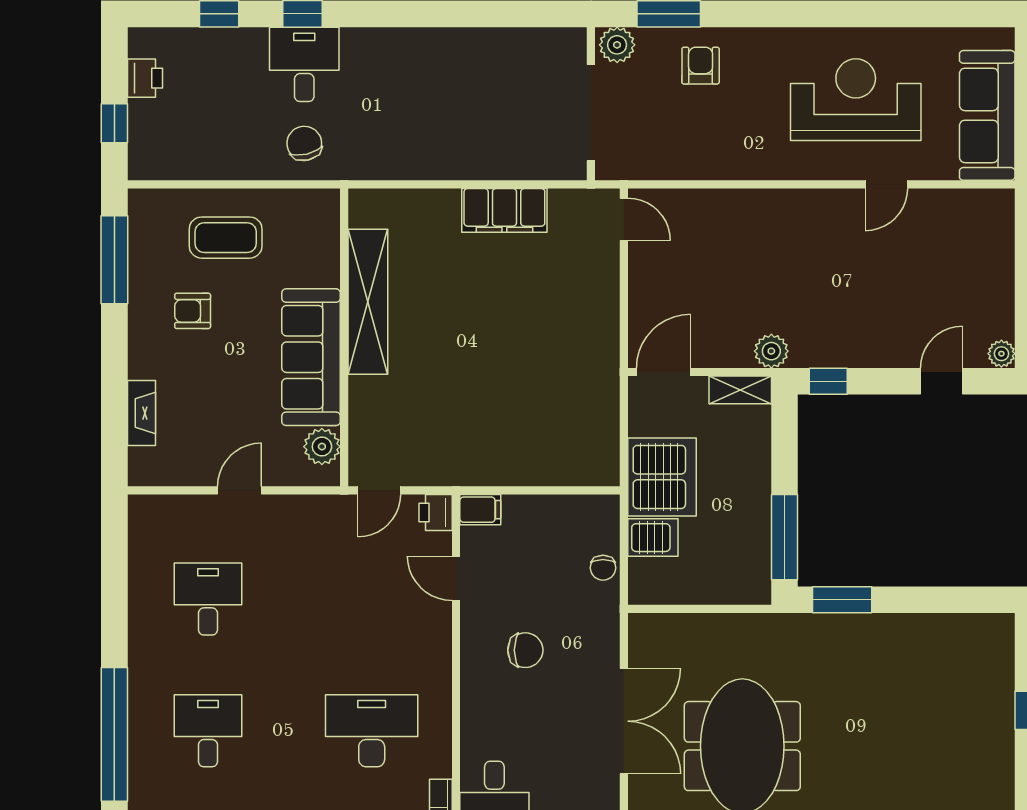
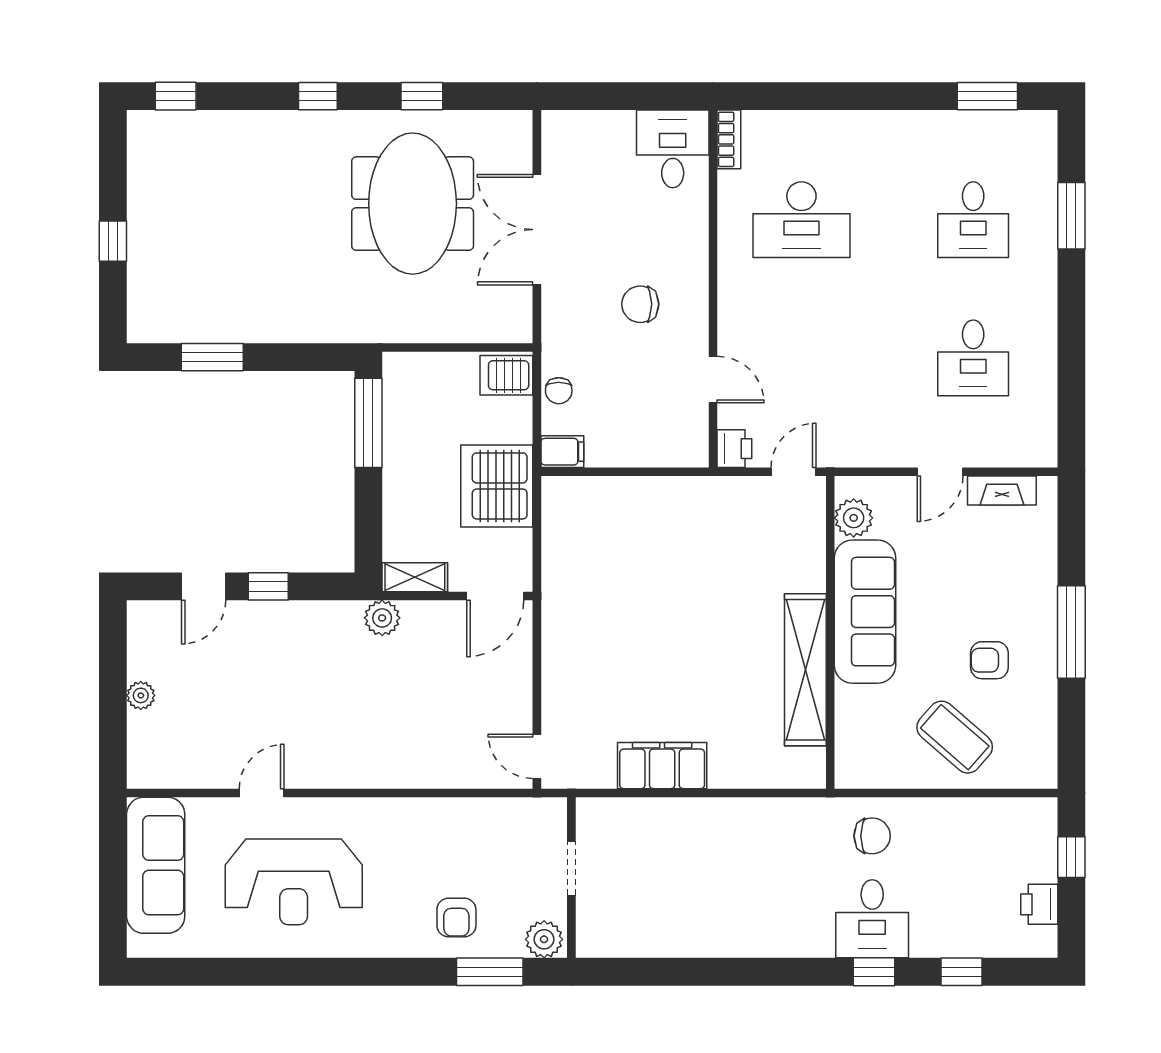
doorway: (591, 113) -> (571, 868), width x0.53
chair: (304, 143) -> (872, 836), turned -77
coffee table: (226, 238) -> (955, 737), turned 41
window: (114, 260) -> (1071, 632), moved
armchair: (193, 311) -> (989, 660), turned 180
plant: (1001, 354) -> (141, 695), moved
window: (828, 381) -> (268, 586), moved
fireplace: (142, 413) -> (1002, 491), moved, turned -90
filing cabinet: (480, 510) -> (562, 452), moved, turned 180
server rack: (653, 538) -> (506, 375), moved
chair: (603, 568) -> (559, 391), turned 180
window: (842, 600) -> (212, 357), moved
window: (114, 734) -> (1071, 216), width x0.47

